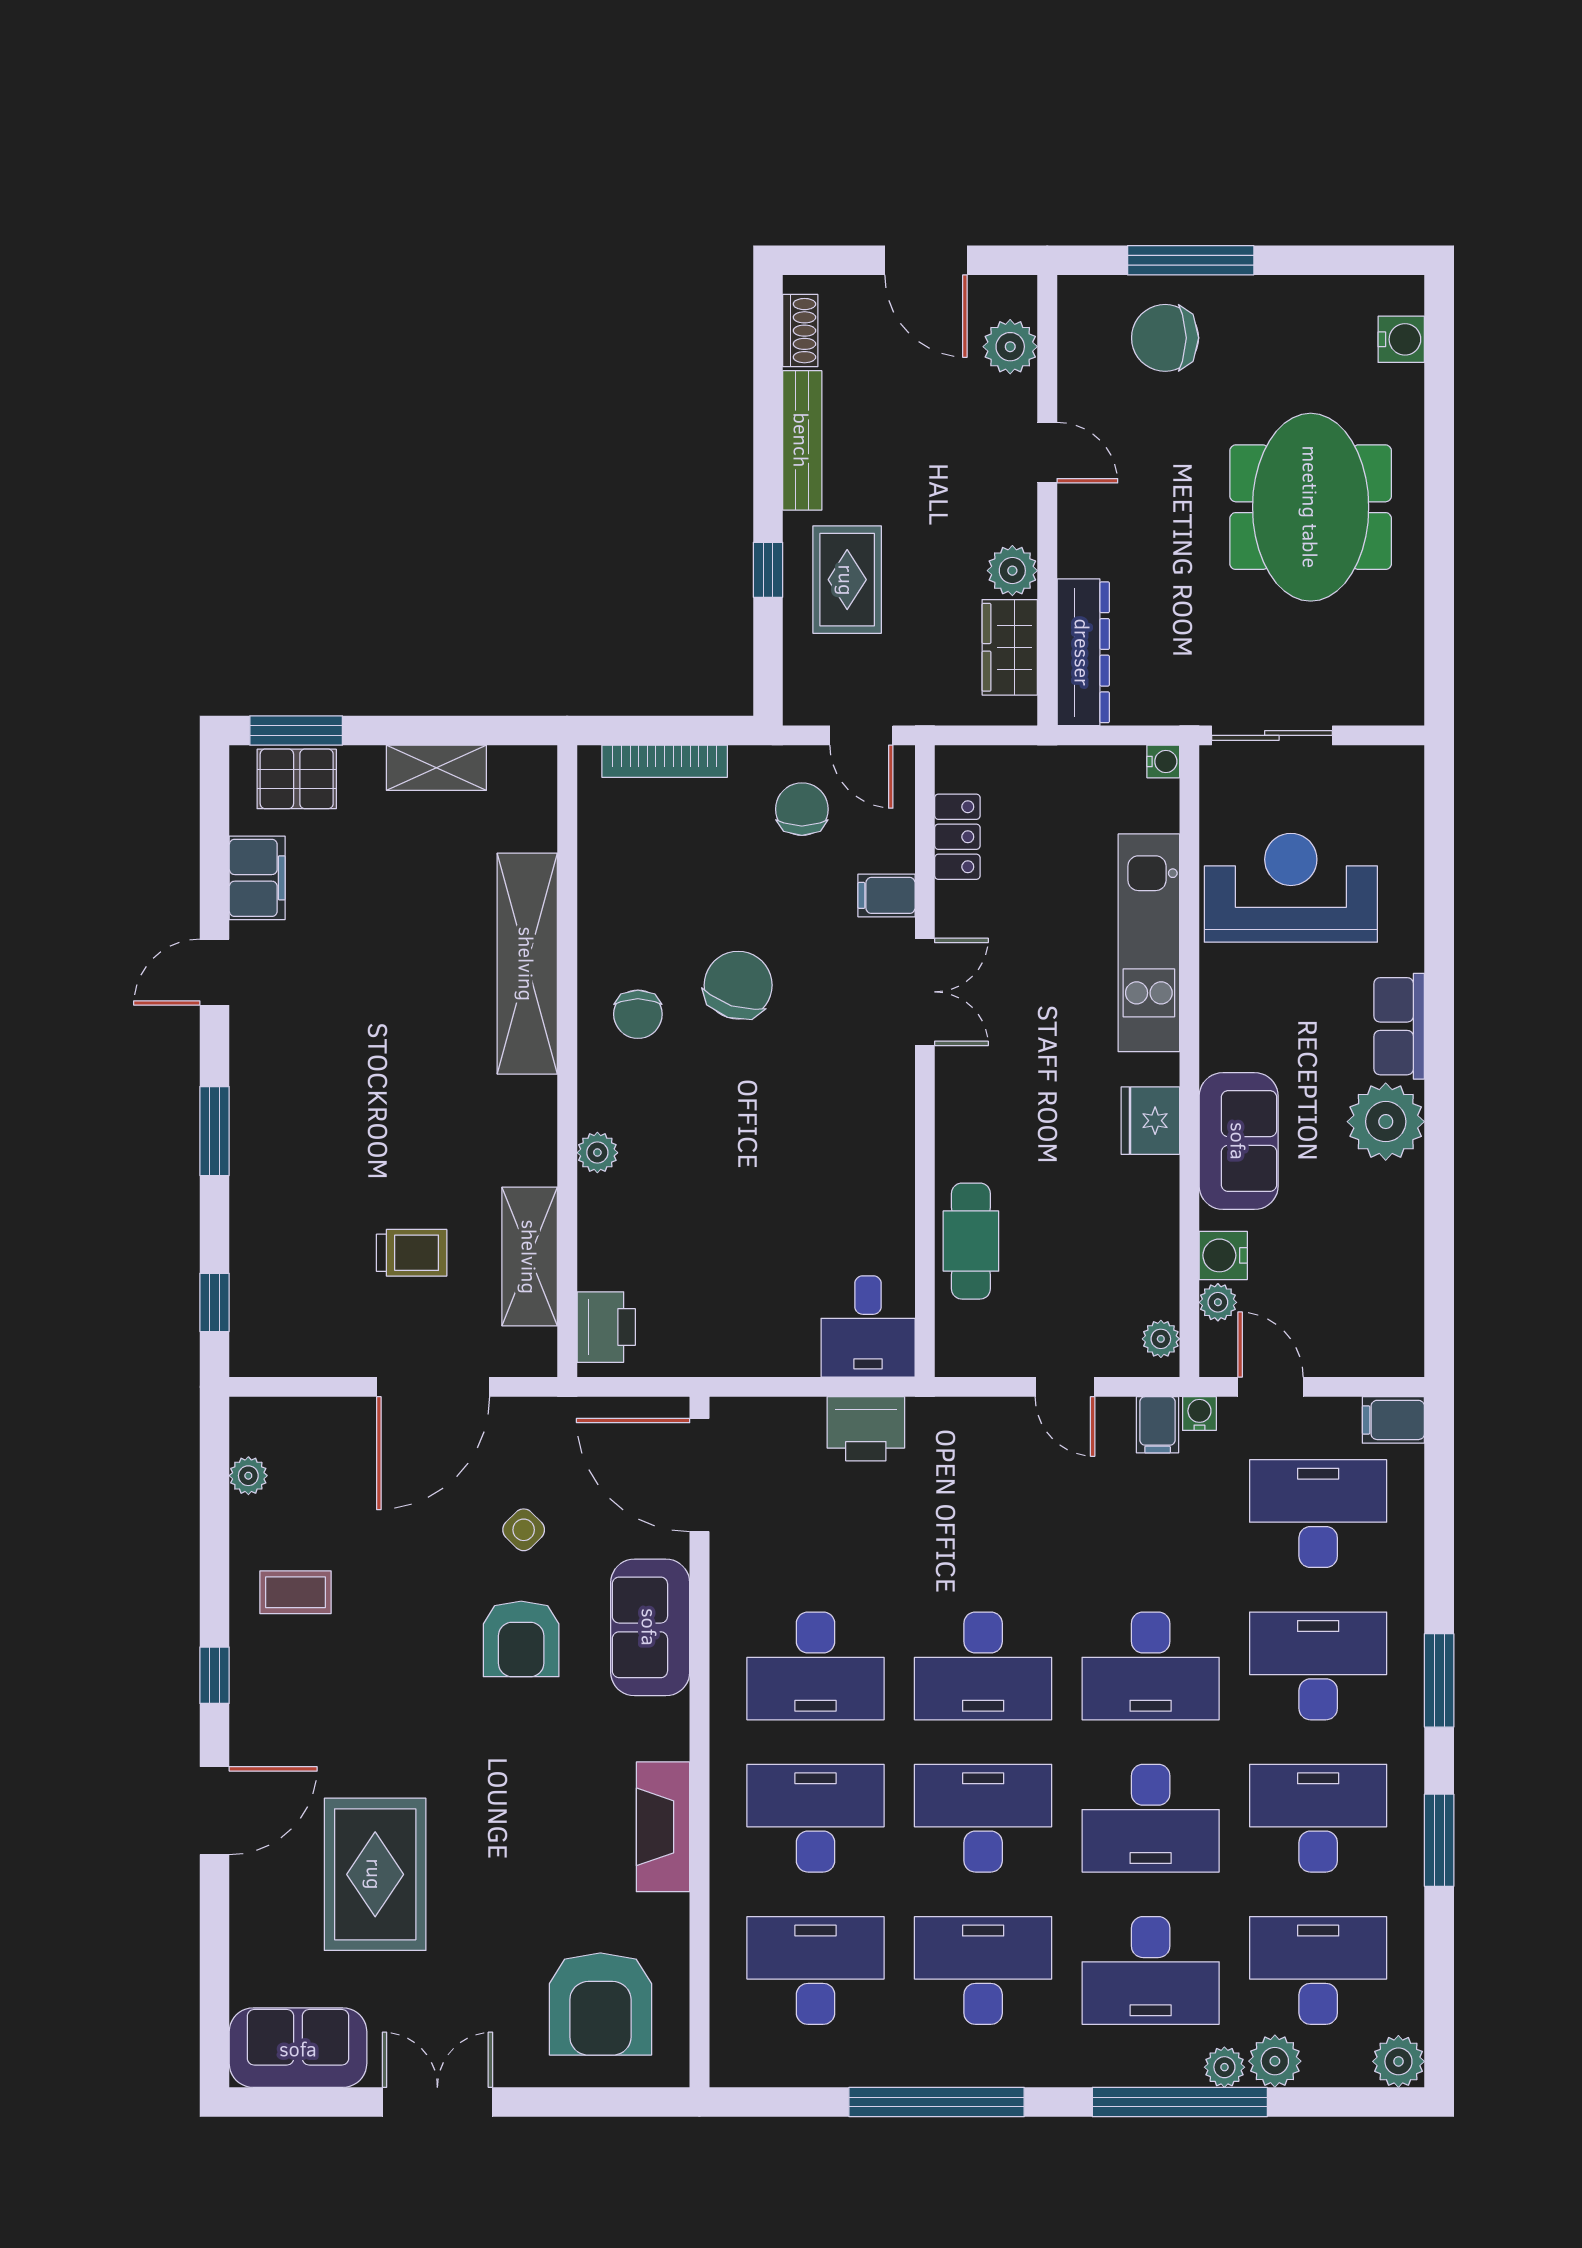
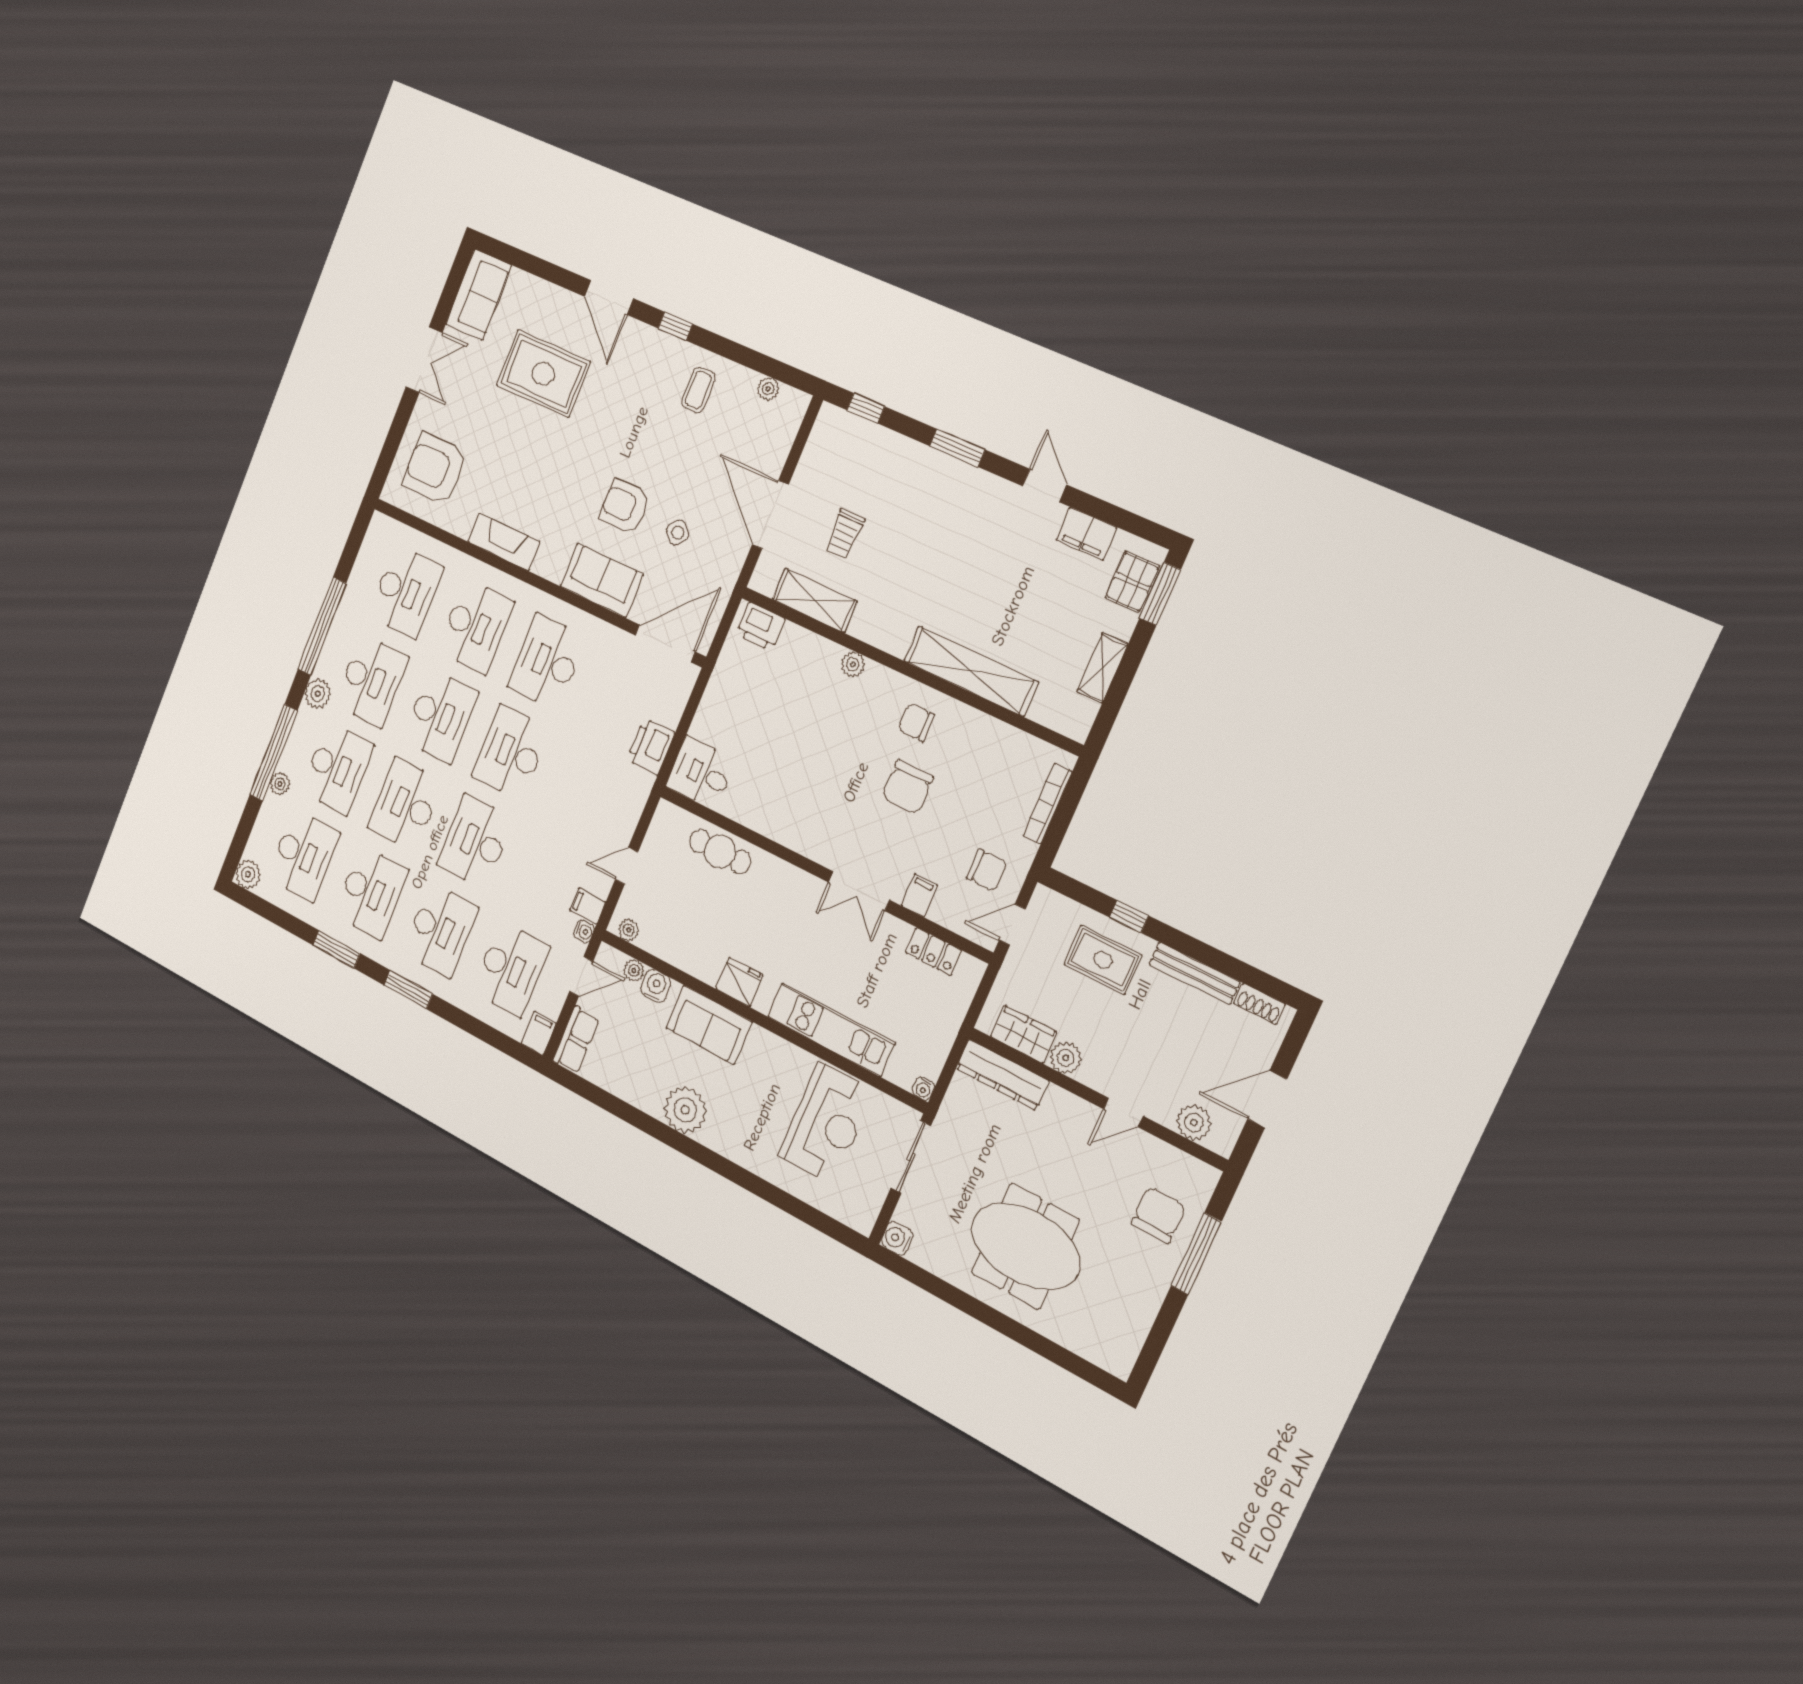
water cooler: (1401, 339) -> (897, 1238), moved, turned 90
chair: (738, 985) -> (907, 787), turned 72
row of seats: (1399, 1026) -> (576, 1040), moved, turned 90
desk: (1151, 1970) -> (337, 768), turned 180
plant: (1275, 2061) -> (318, 694), moved

